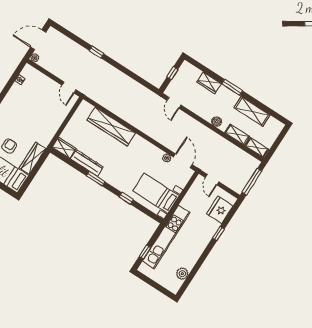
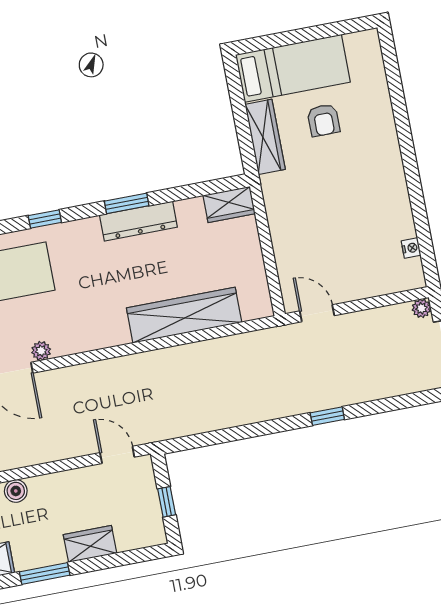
dresser: (87, 163) -> (138, 221), moved

